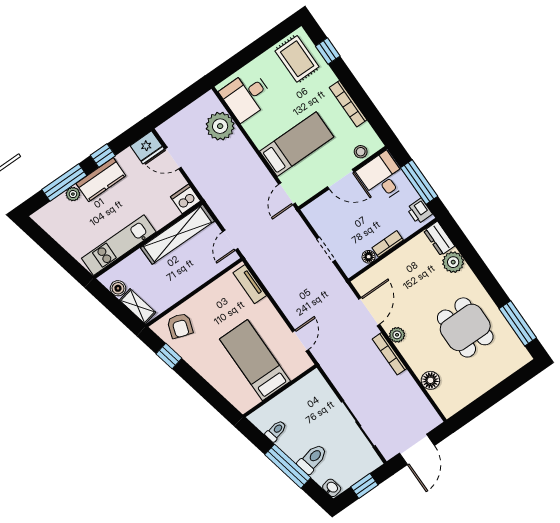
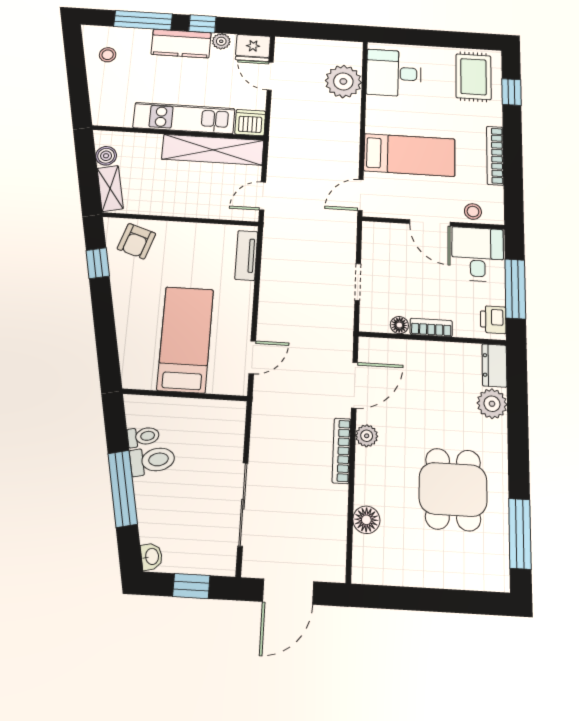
plant: (73, 194) -> (221, 41), moved
stool: (63, 223) -> (108, 55), added
kitchen unit: (119, 245) -> (184, 118), moved
toilet: (312, 459) -> (152, 460), moved

